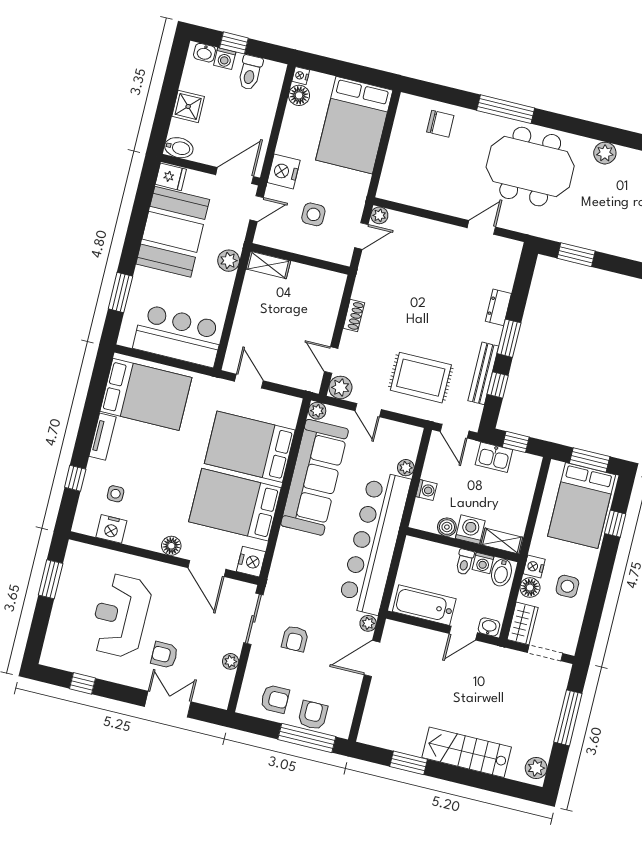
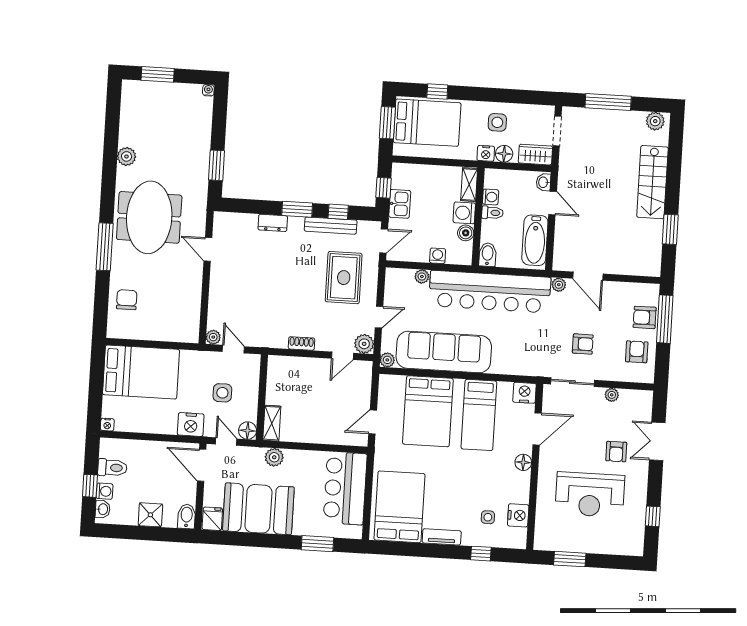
floor lamp: (299, 95) -> (248, 431), moved
bed: (235, 505) -> (479, 415), width x0.67
bidet: (501, 573) -> (487, 255), moved, turned -90

